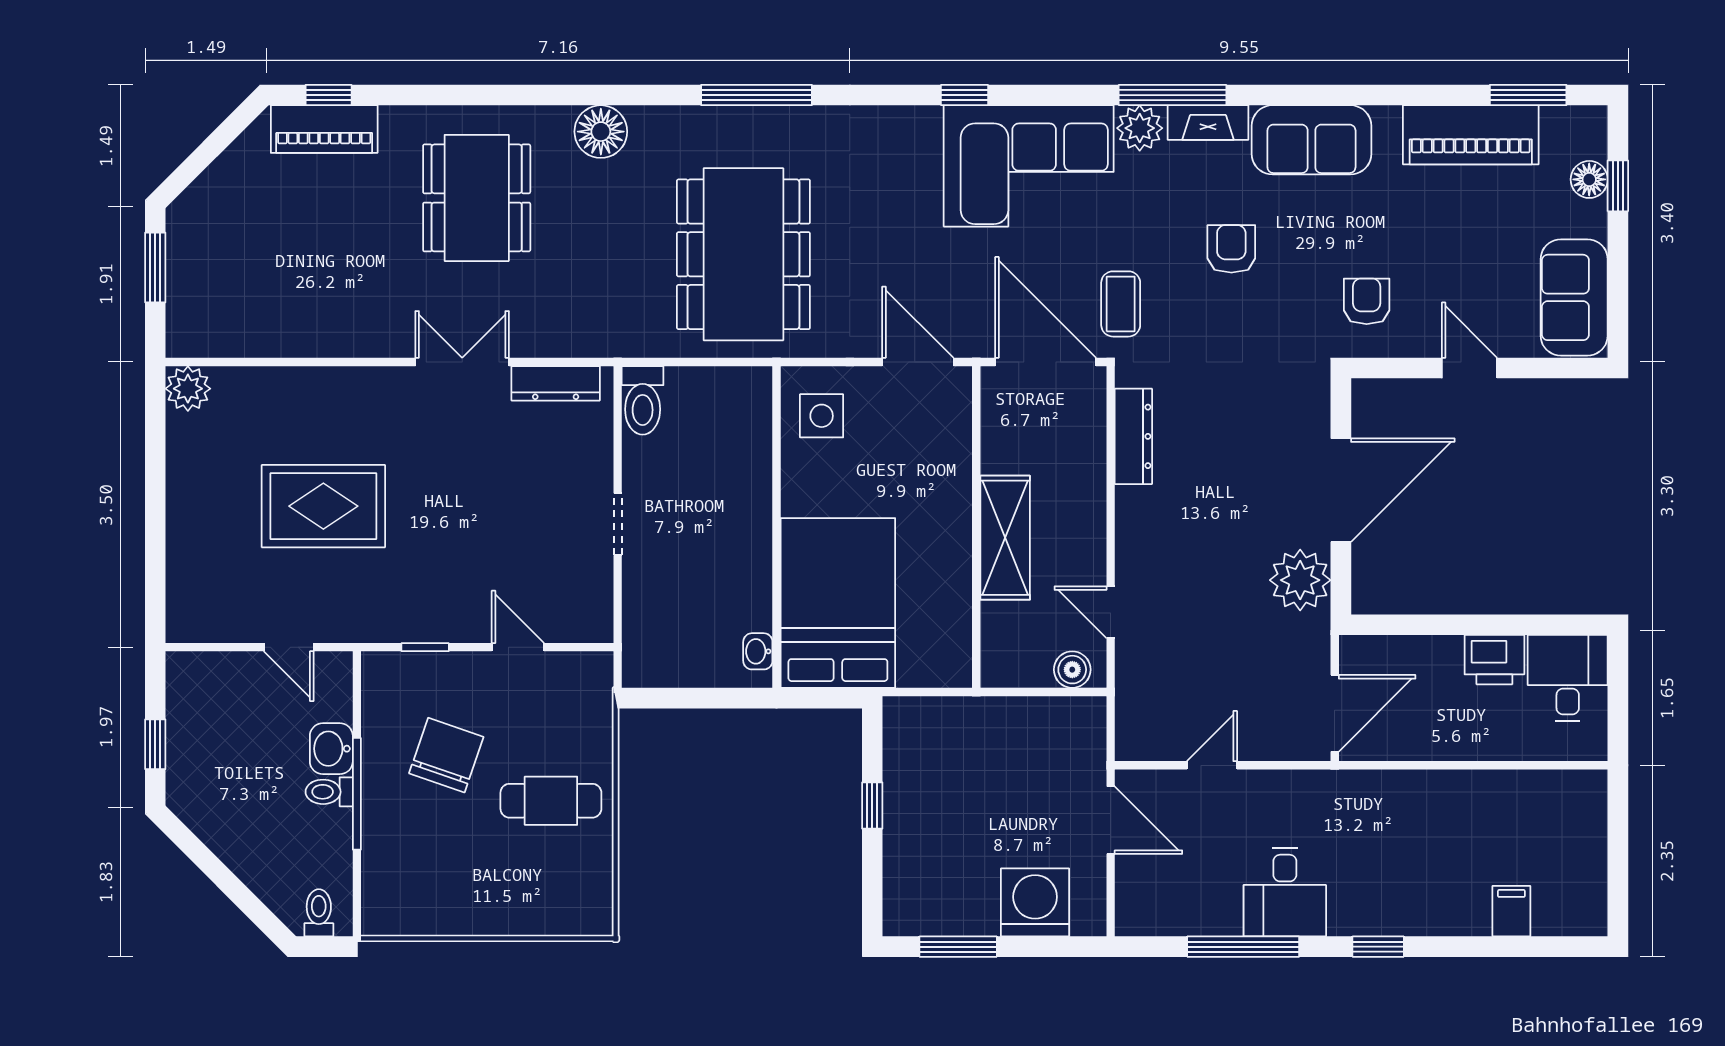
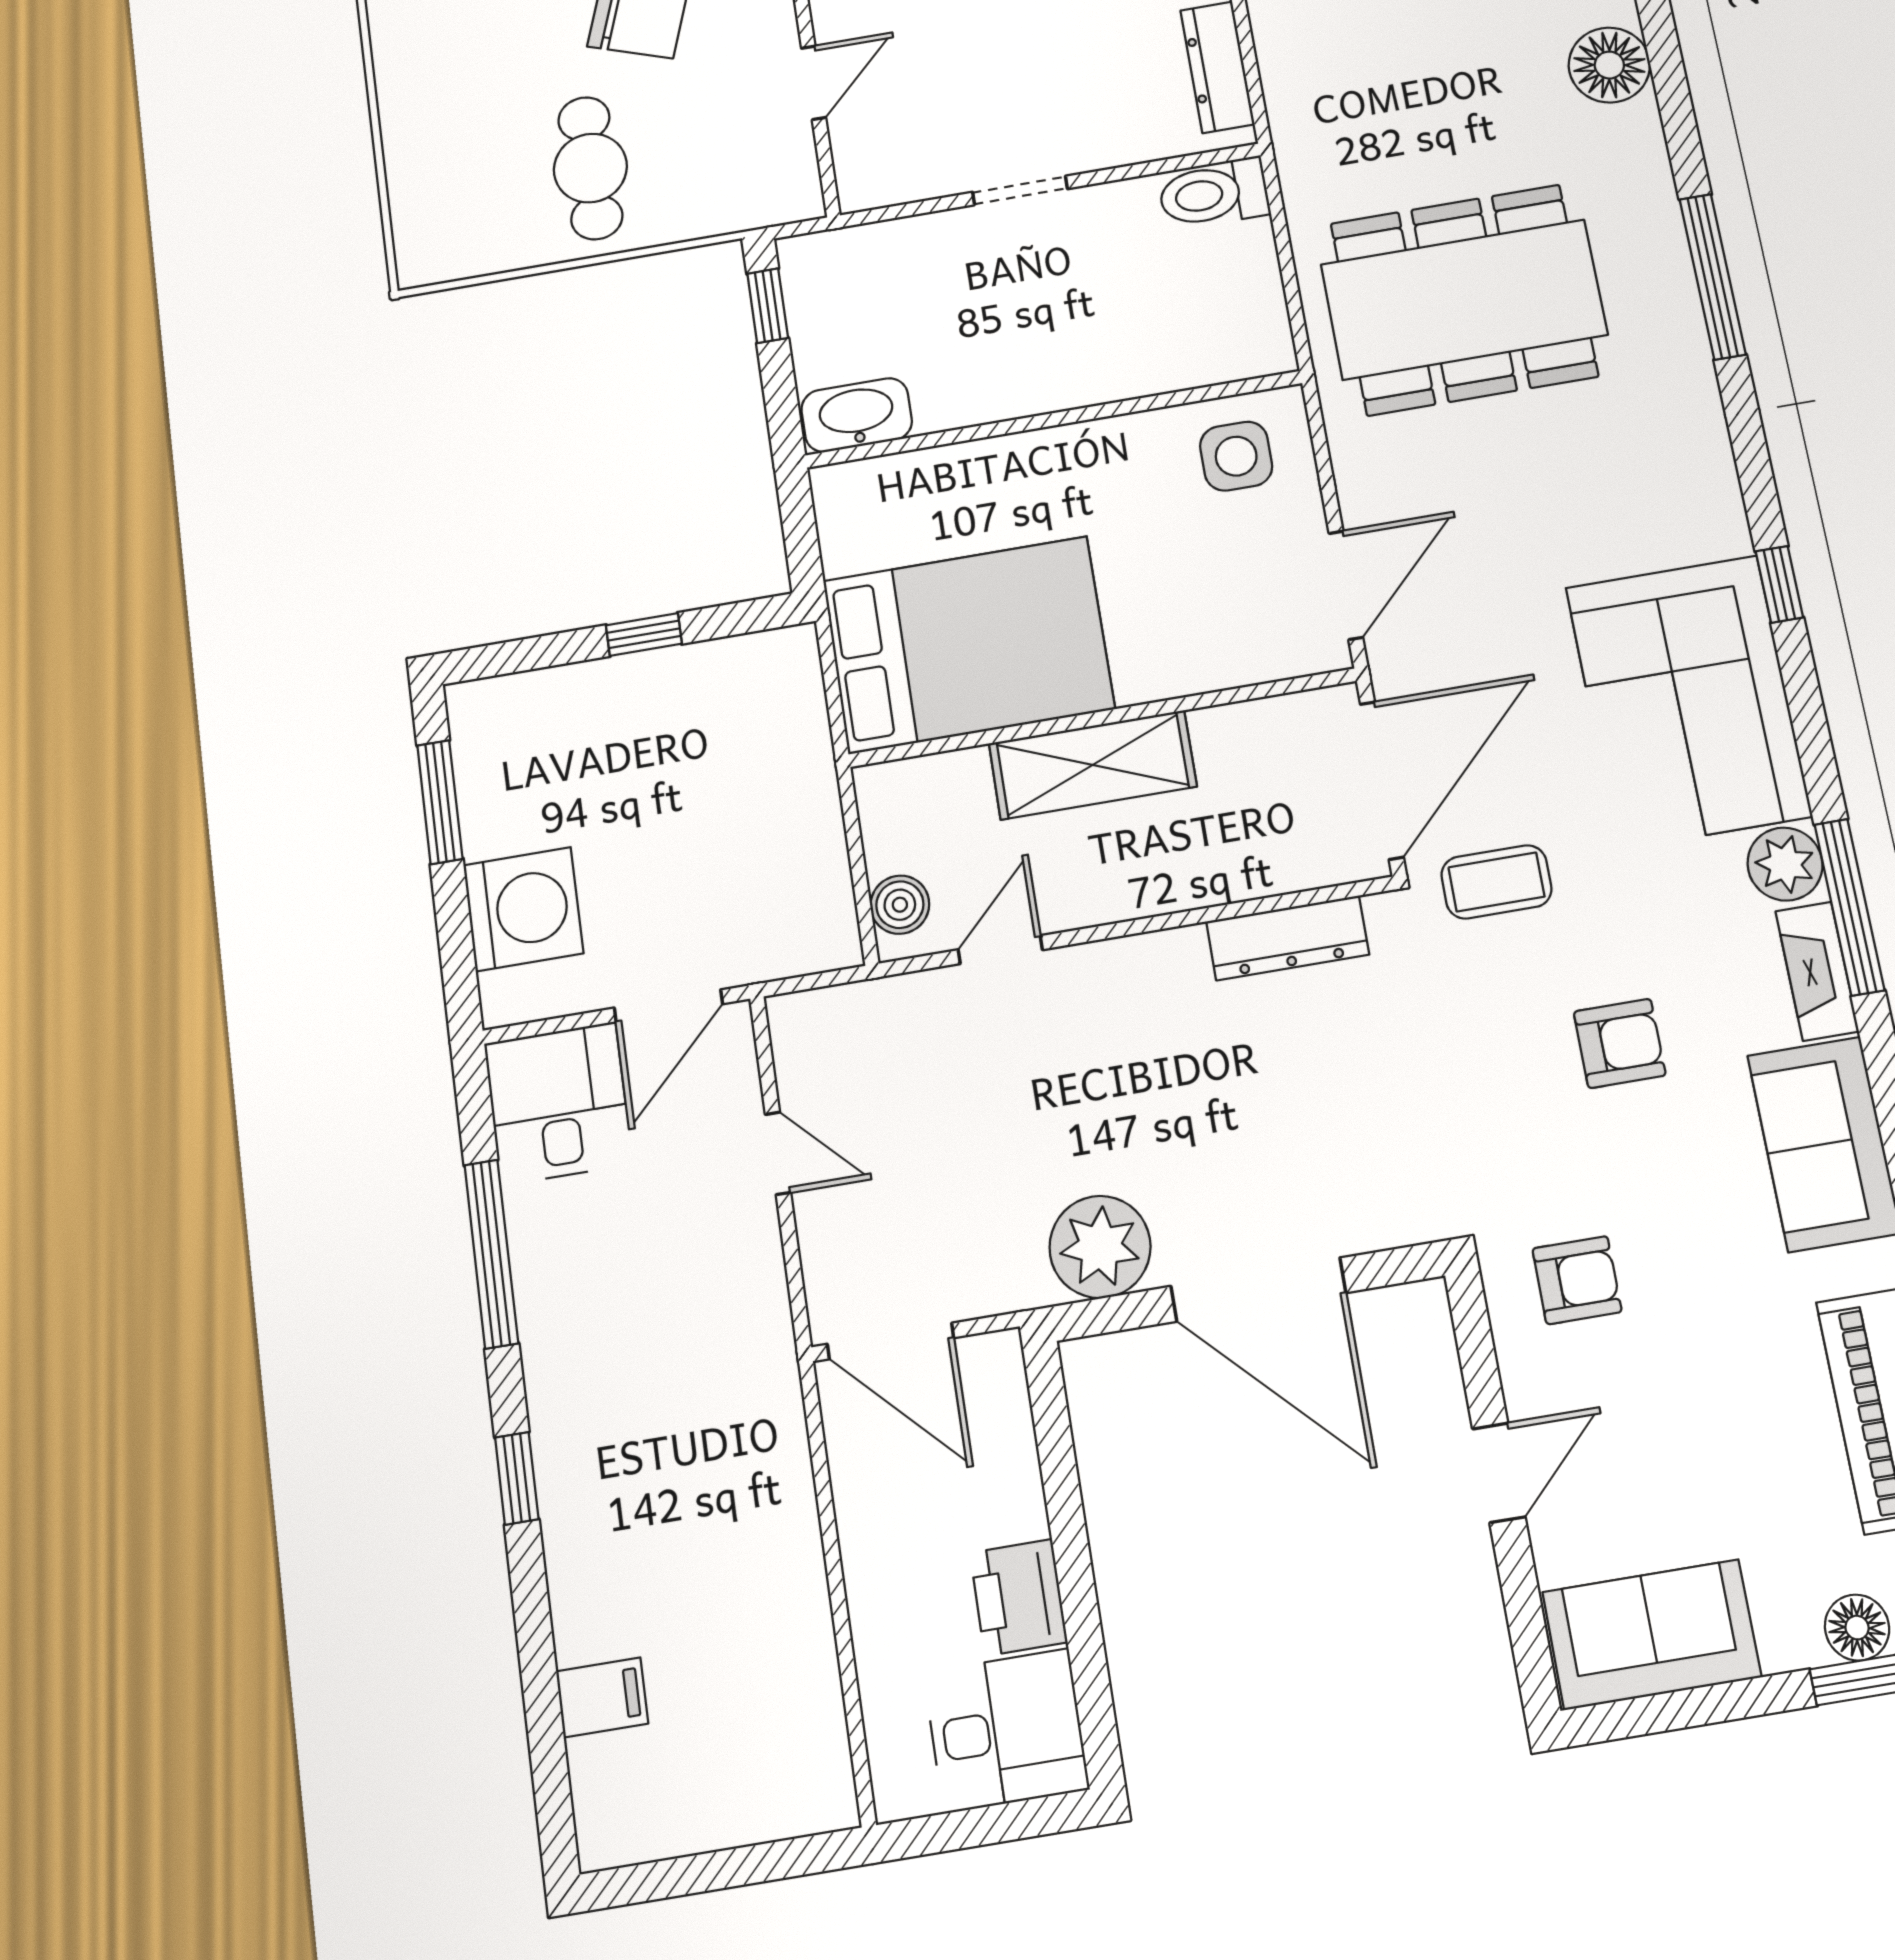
bed: (838, 603) -> (968, 645), moved
washbasin: (758, 651) -> (857, 415), width x1.91, depth x1.45
window: (667, 698) -> (768, 306), added
desk: (1285, 892) -> (558, 1103), moved, turned 90

